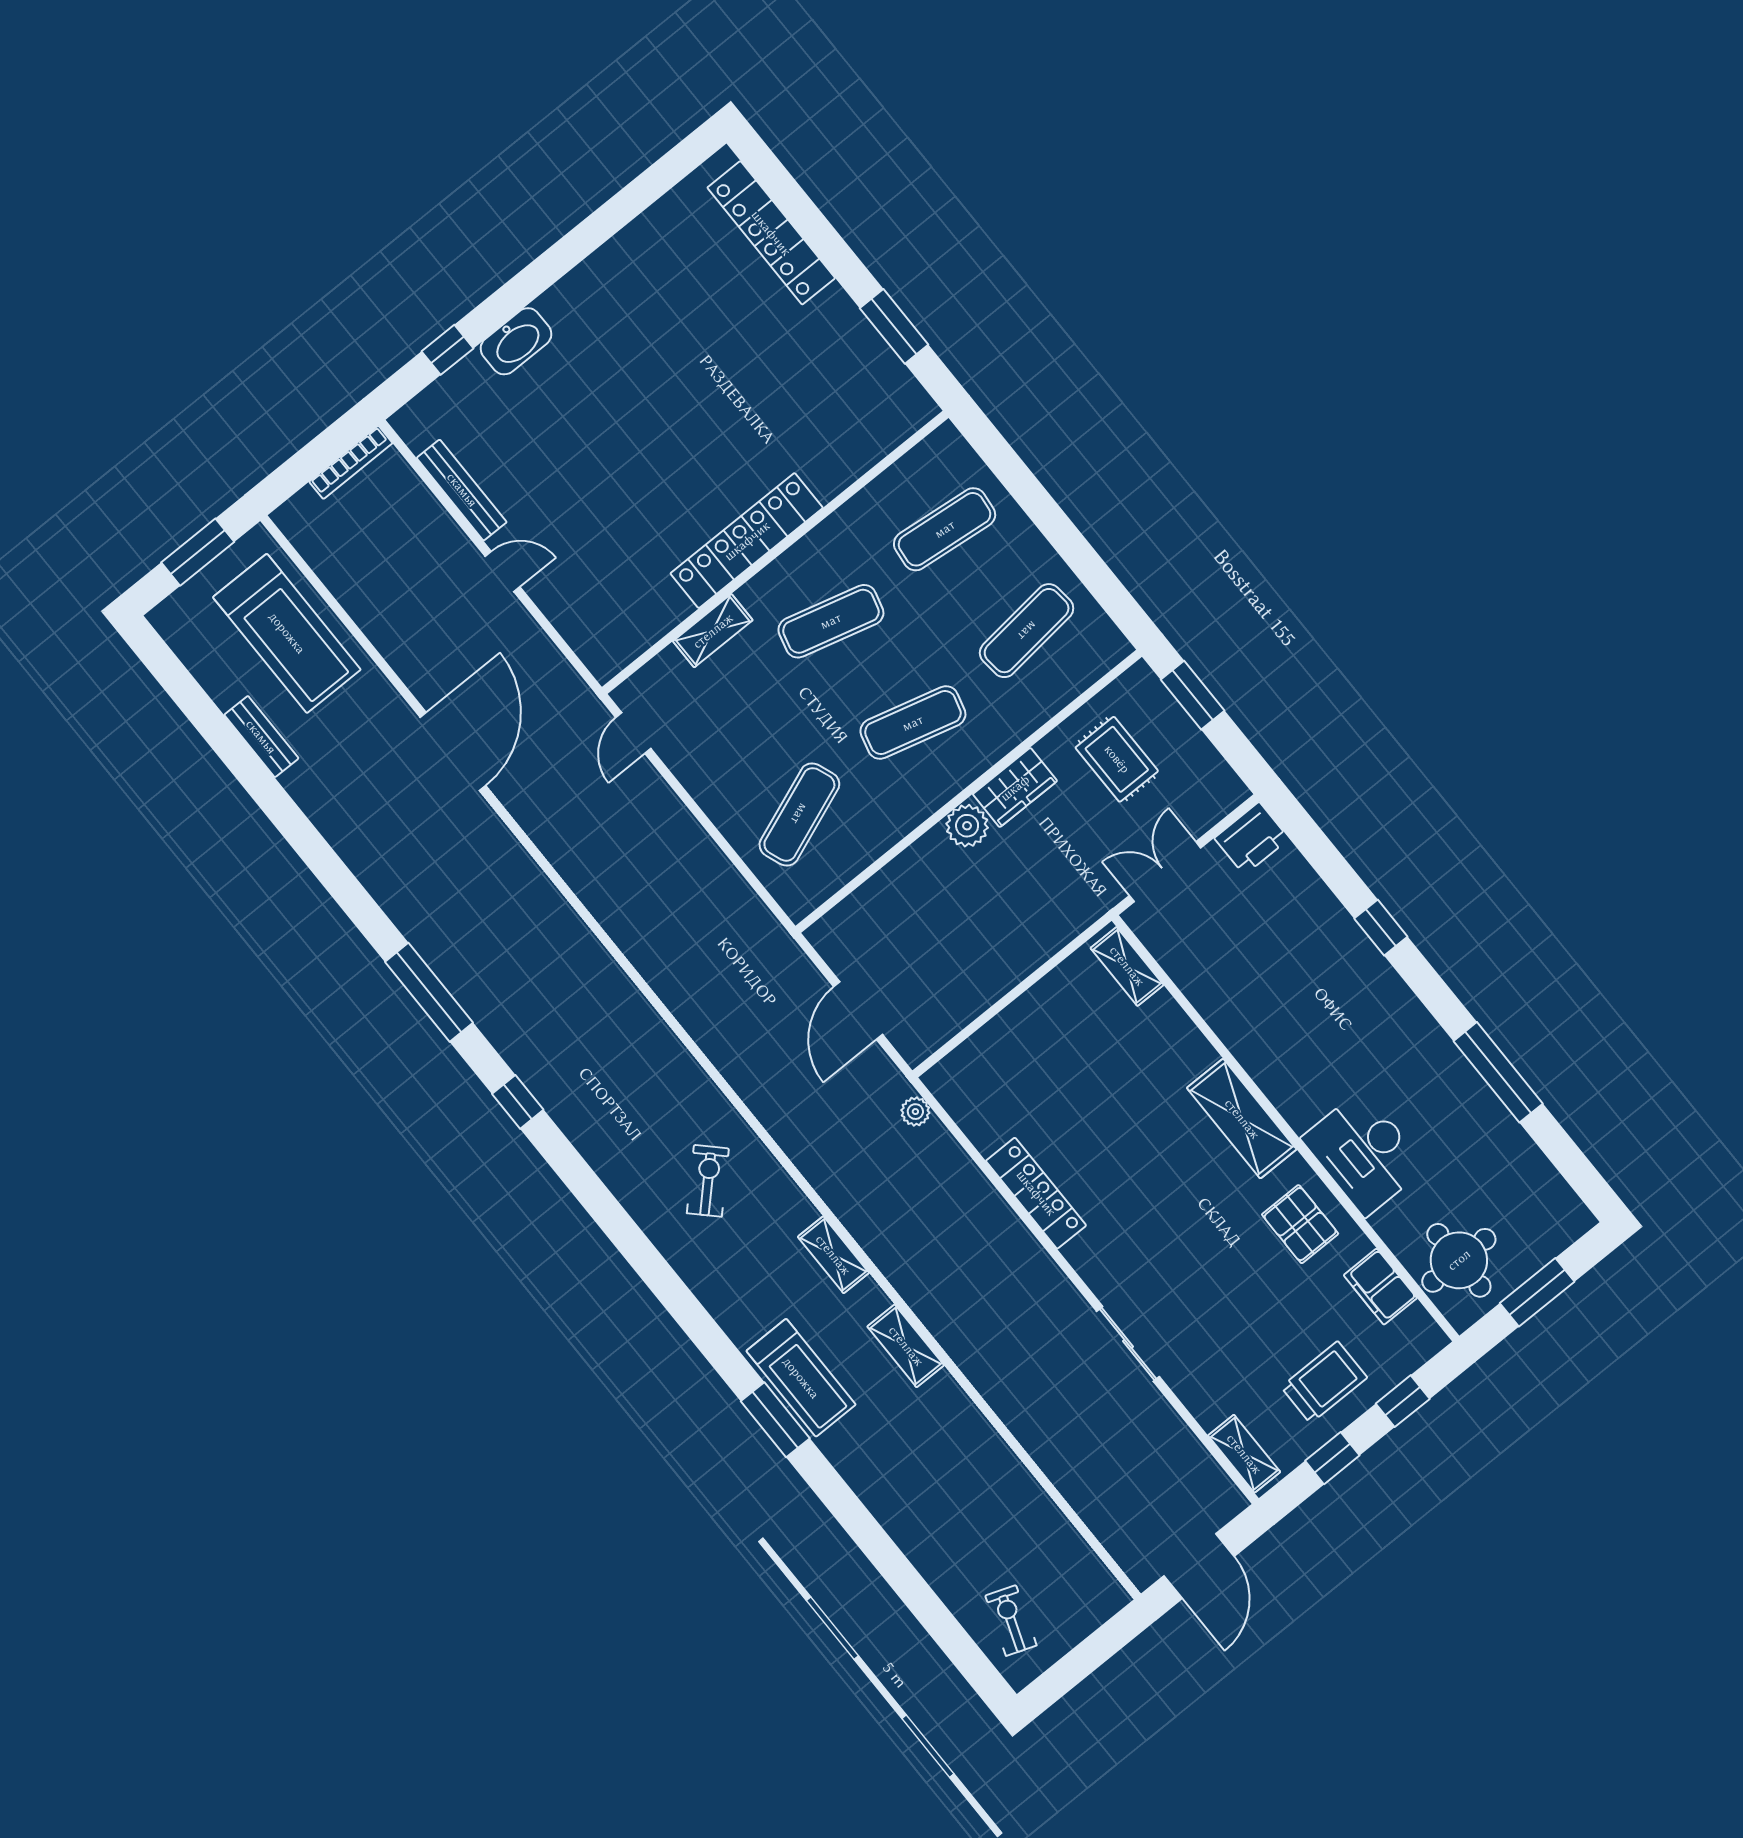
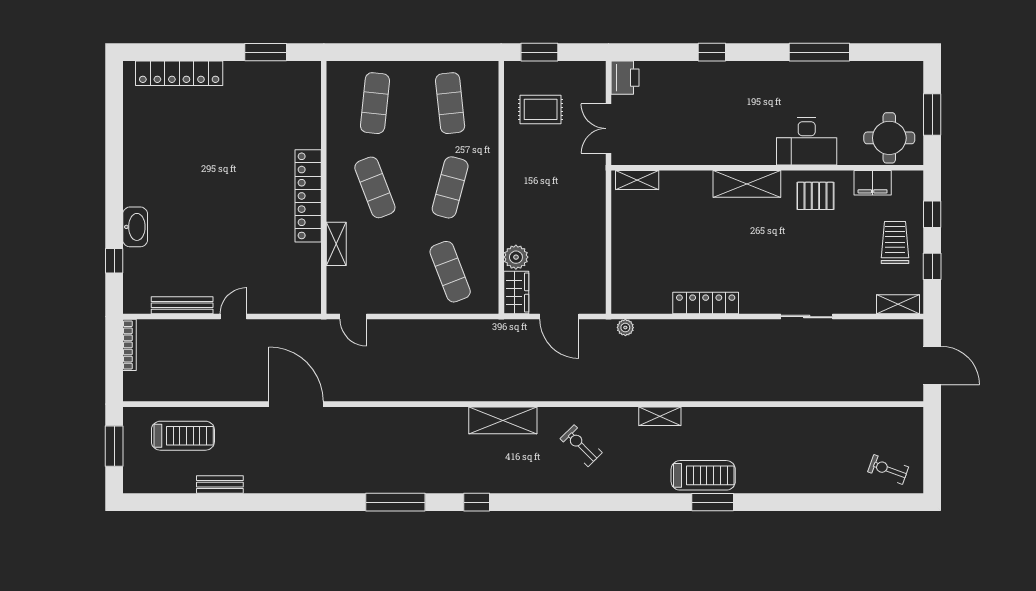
exercise mat: (831, 621) -> (375, 187), turned -36
treadmill: (287, 633) -> (183, 436), width x0.73, depth x0.73
wardrobe: (1015, 788) -> (516, 292), moved
plant: (967, 826) -> (516, 257), moved
shelving: (906, 1346) -> (503, 420), moved, width x1.50, depth x1.33

